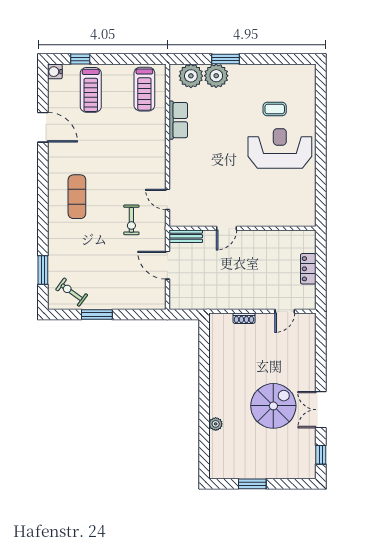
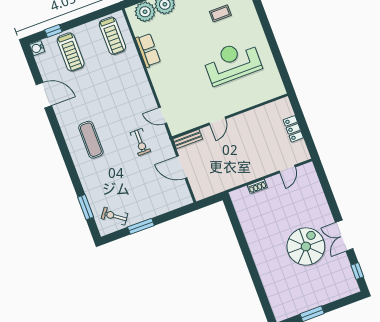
reception desk: (280, 148) -> (232, 62), moved
plant: (216, 424) -> (266, 277), removed

